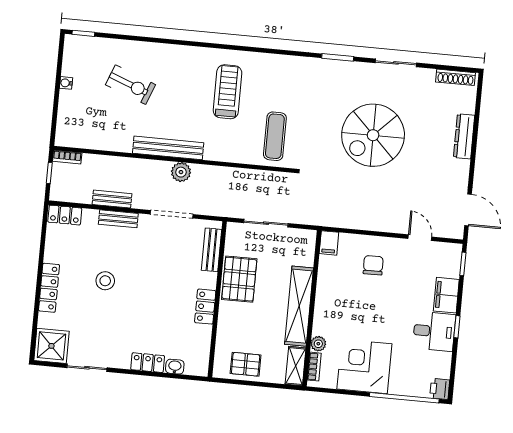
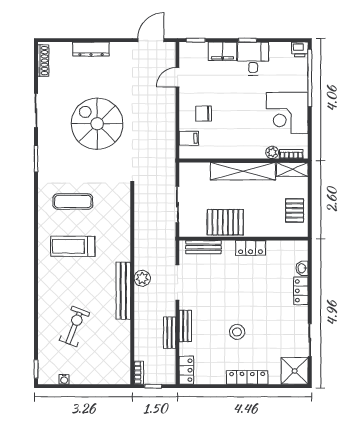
water cooler: (66, 83) -> (64, 379), moved
spiral stairs: (373, 135) -> (97, 124), turned 180
exercise mat: (275, 136) -> (73, 201), moved
filing cabinet: (329, 243) -> (189, 138), moved

